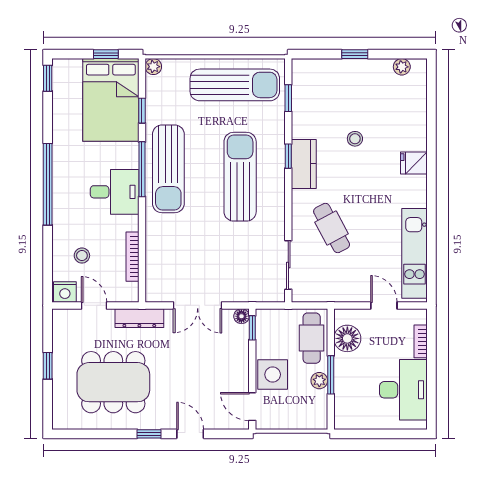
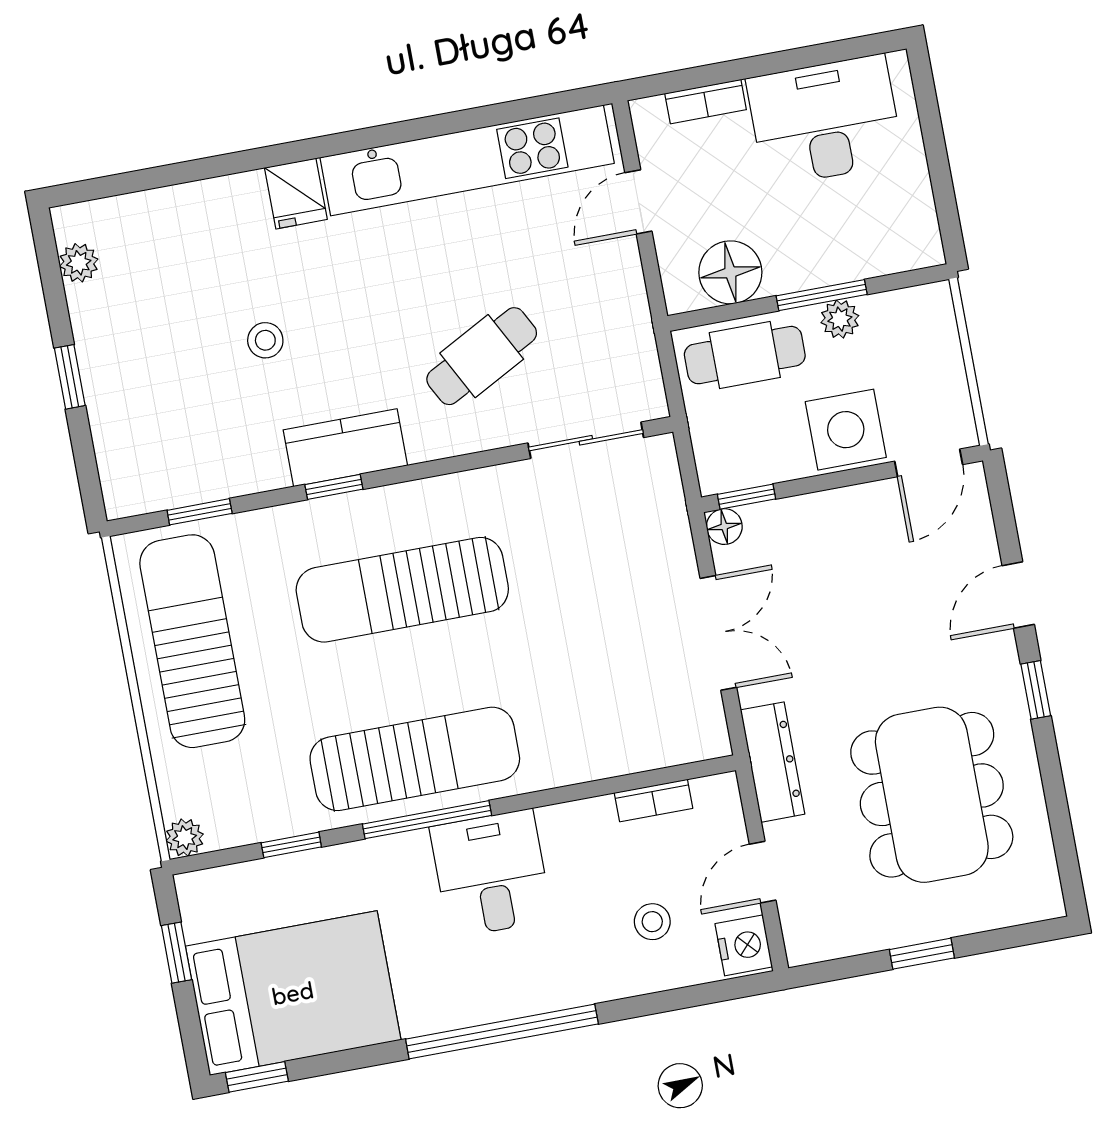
bed: (111, 100) -> (293, 993), moved
kitchen unit: (415, 253) -> (467, 160), width x1.36
bookcase: (132, 257) -> (654, 800), width x0.64

